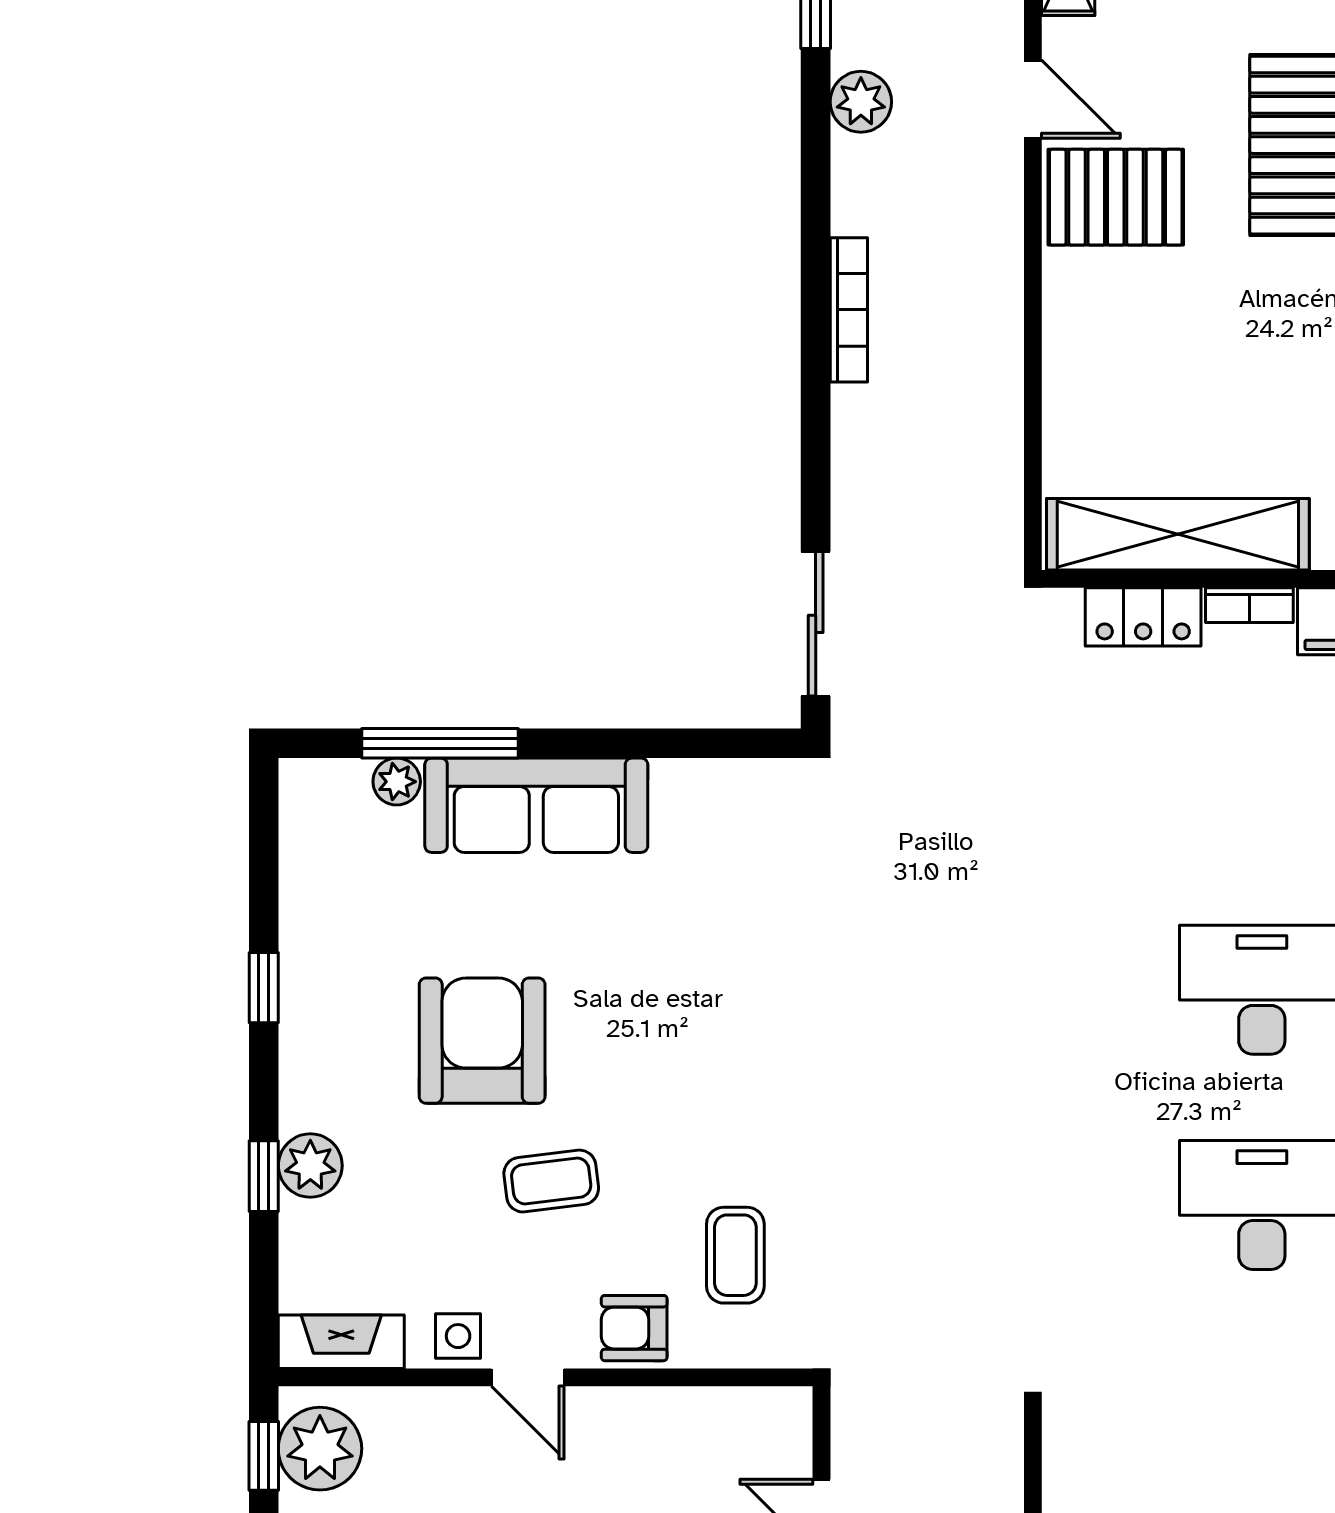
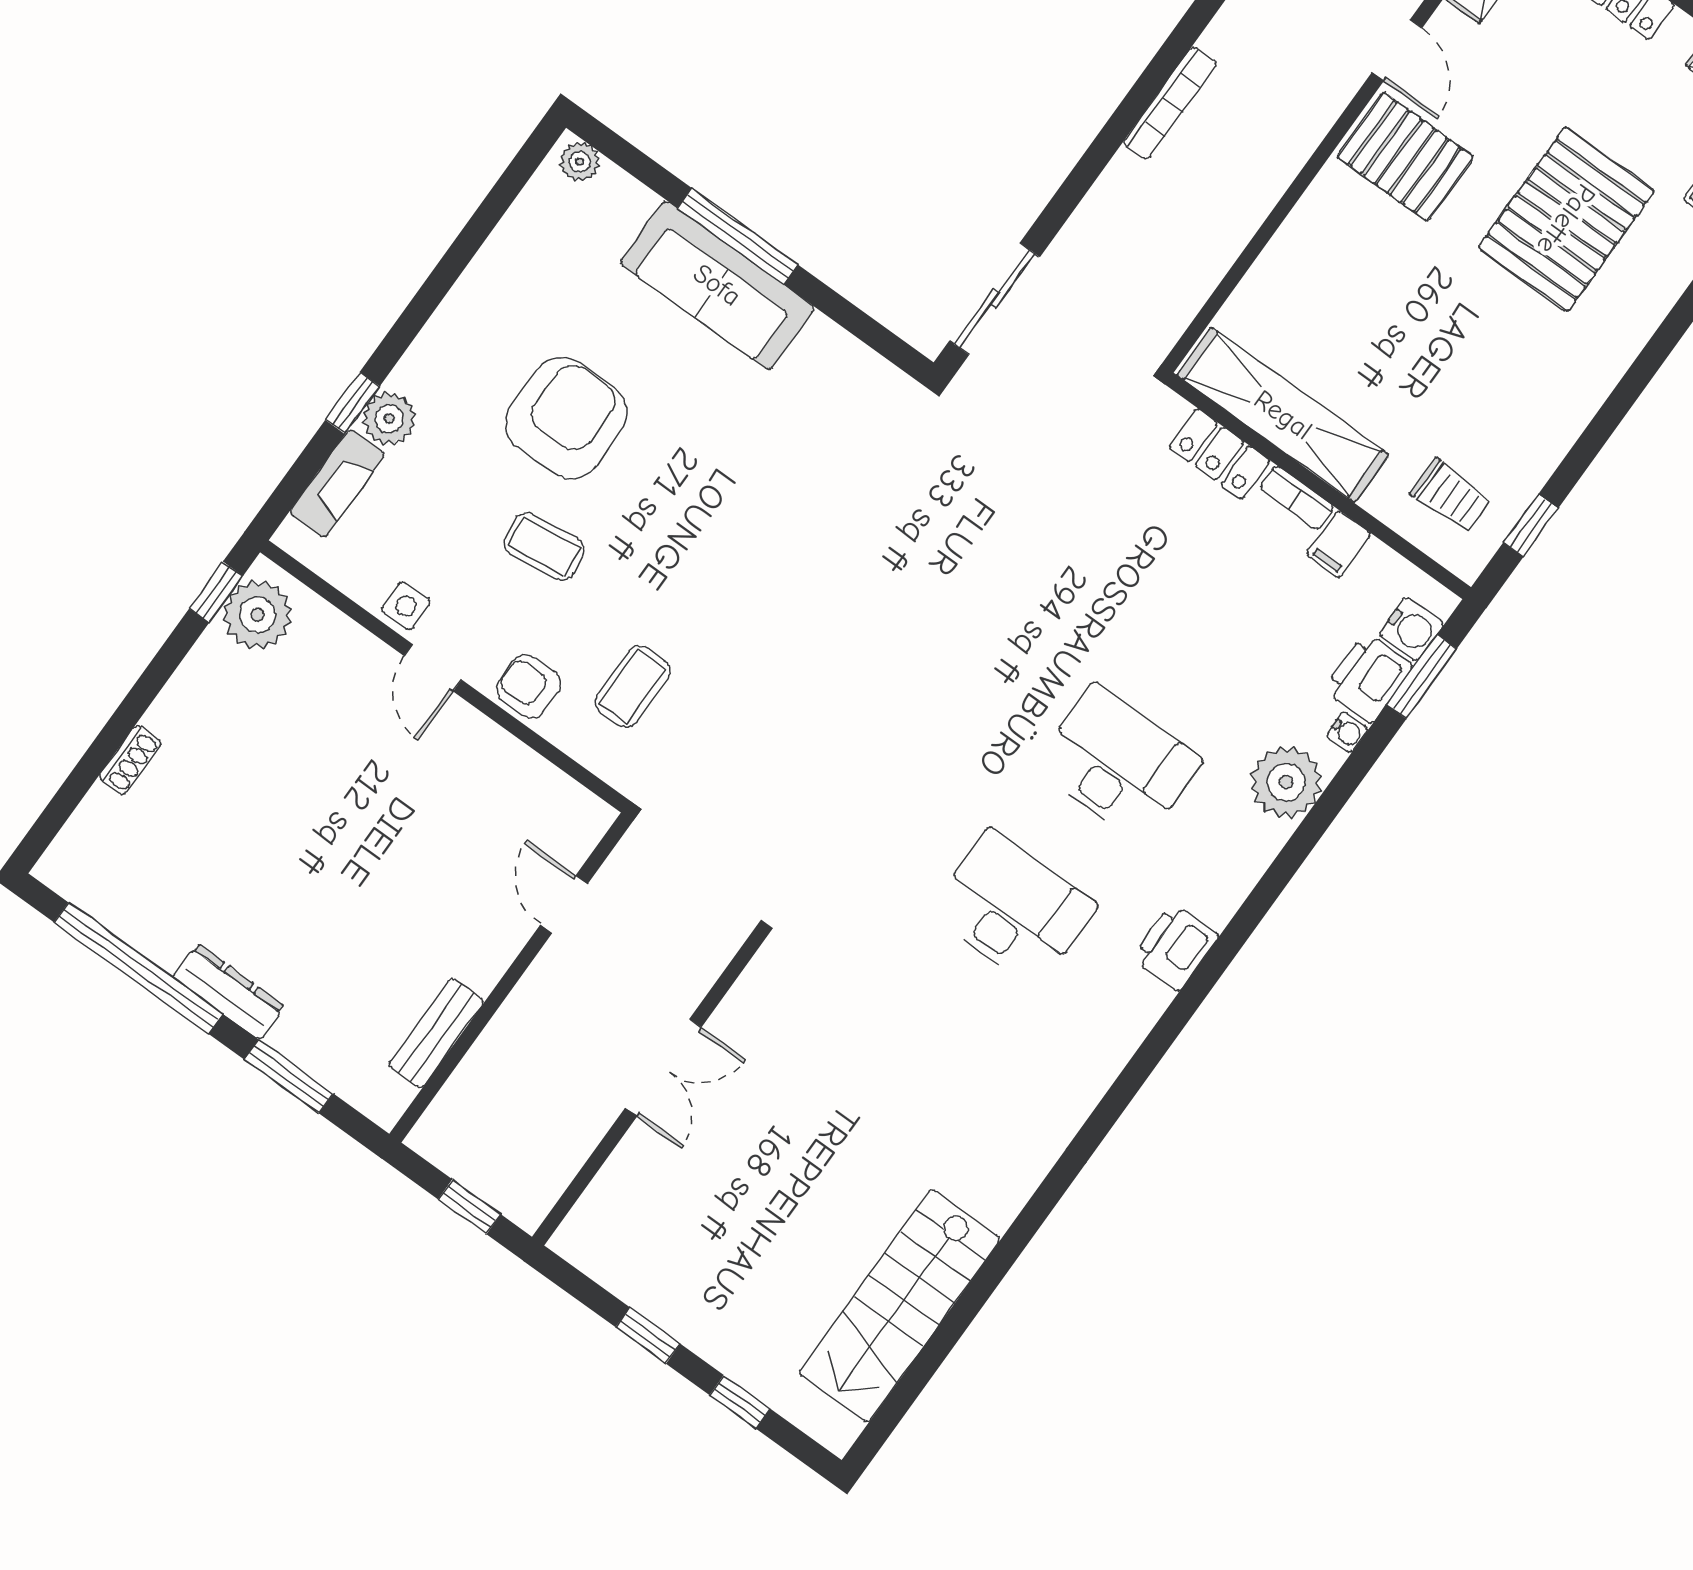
window: (440, 743) -> (738, 236), moved
plant: (397, 782) -> (580, 162), moved
window: (264, 988) -> (444, 276), removed
fireplace: (341, 1342) -> (337, 483), moved, turned 90

